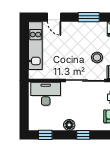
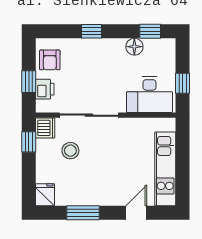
door: (54, 17) -> (136, 213), hinge flipped
window: (24, 101) -> (183, 83), added
floor lamp: (69, 125) -> (134, 47), moved

